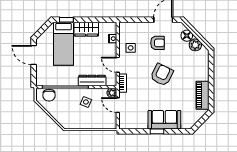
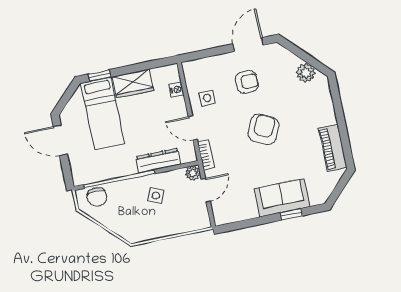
floor lamp: (187, 36) -> (289, 61), removed
door: (118, 105) -> (206, 190), swing flipped
window: (157, 131) -> (291, 214), moved

